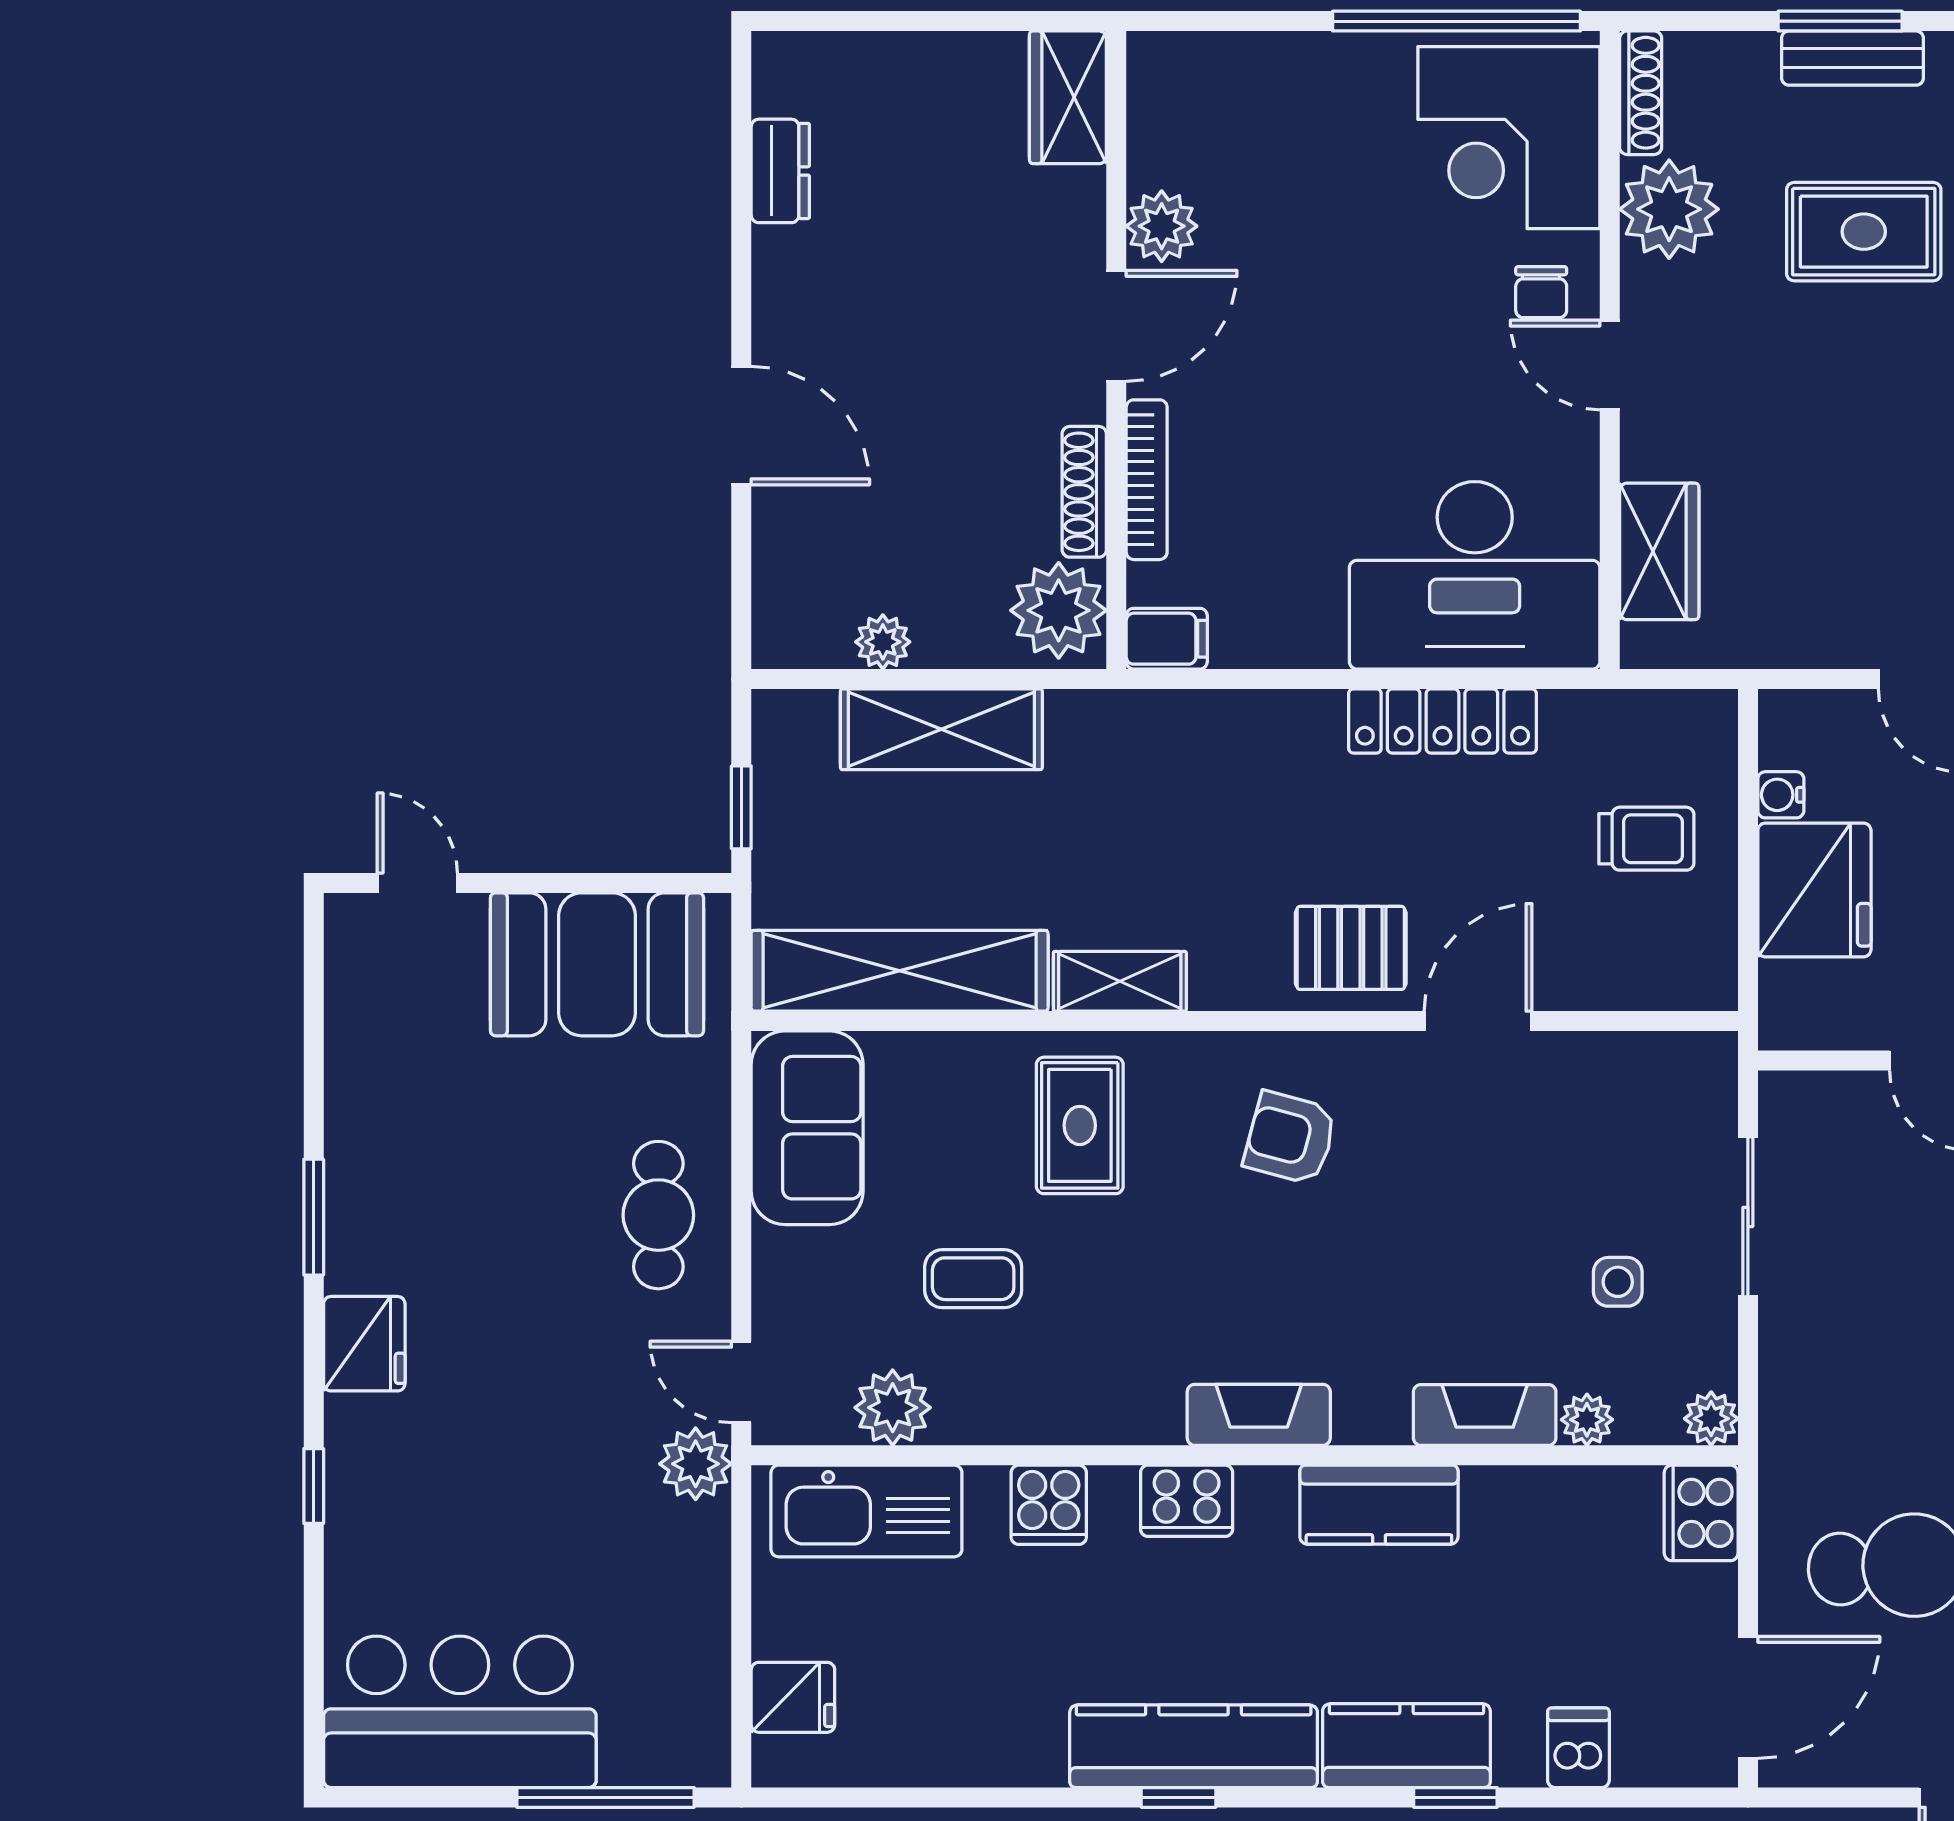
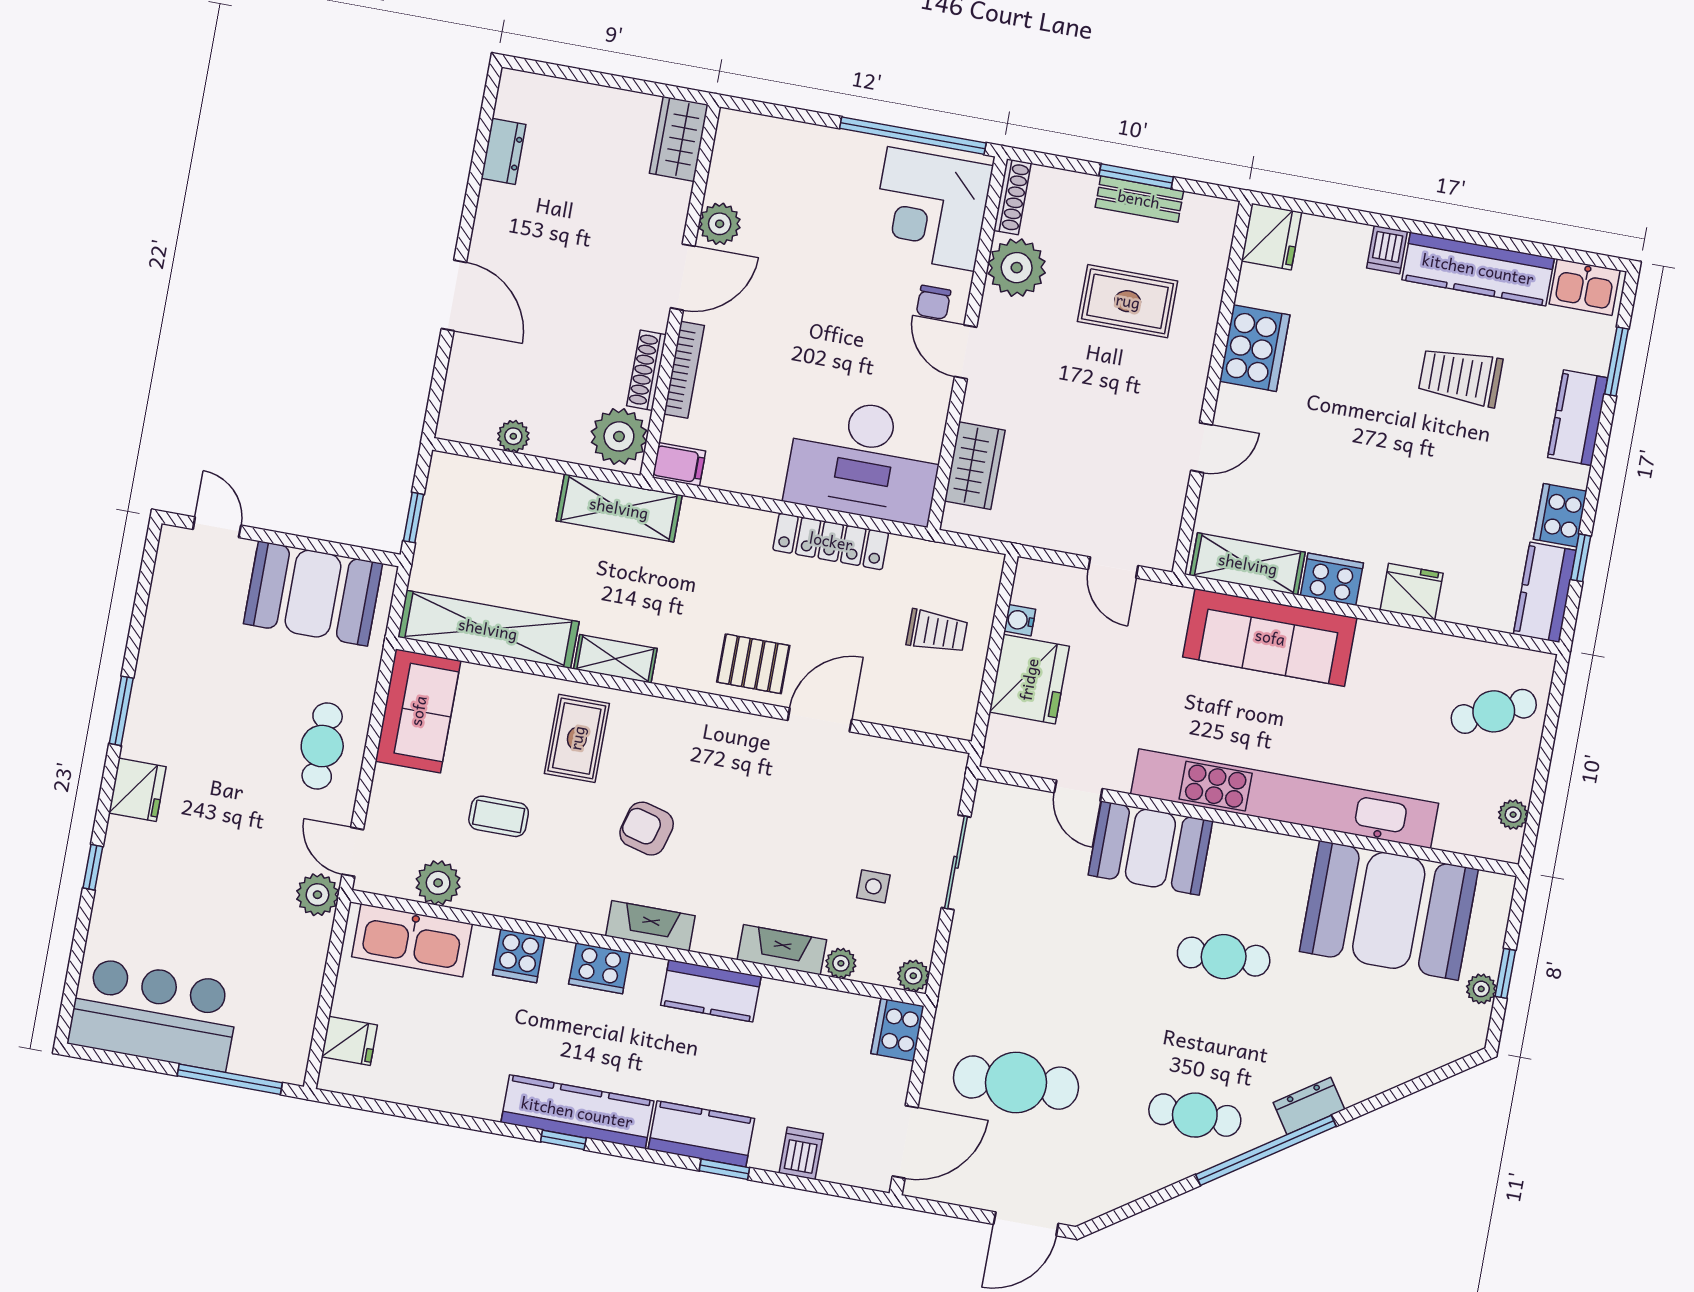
shelving: (941, 729) -> (619, 508), moved
armchair: (1290, 1138) -> (647, 829), moved

